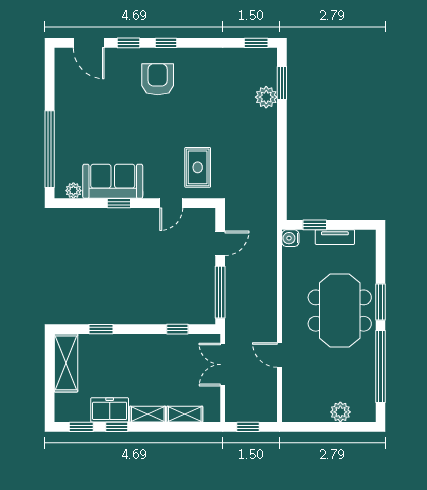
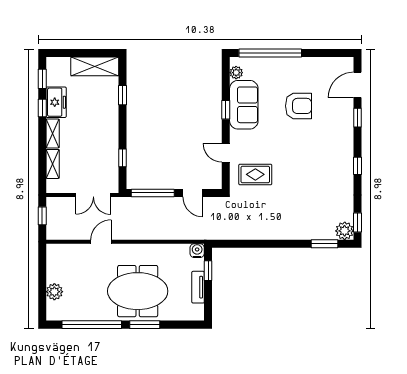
window: (166, 43) -> (357, 166), moved
armchair: (158, 79) -> (298, 106), moved
plant: (266, 97) -> (345, 231), moved
double door: (223, 365) -> (93, 195), swing flipped

